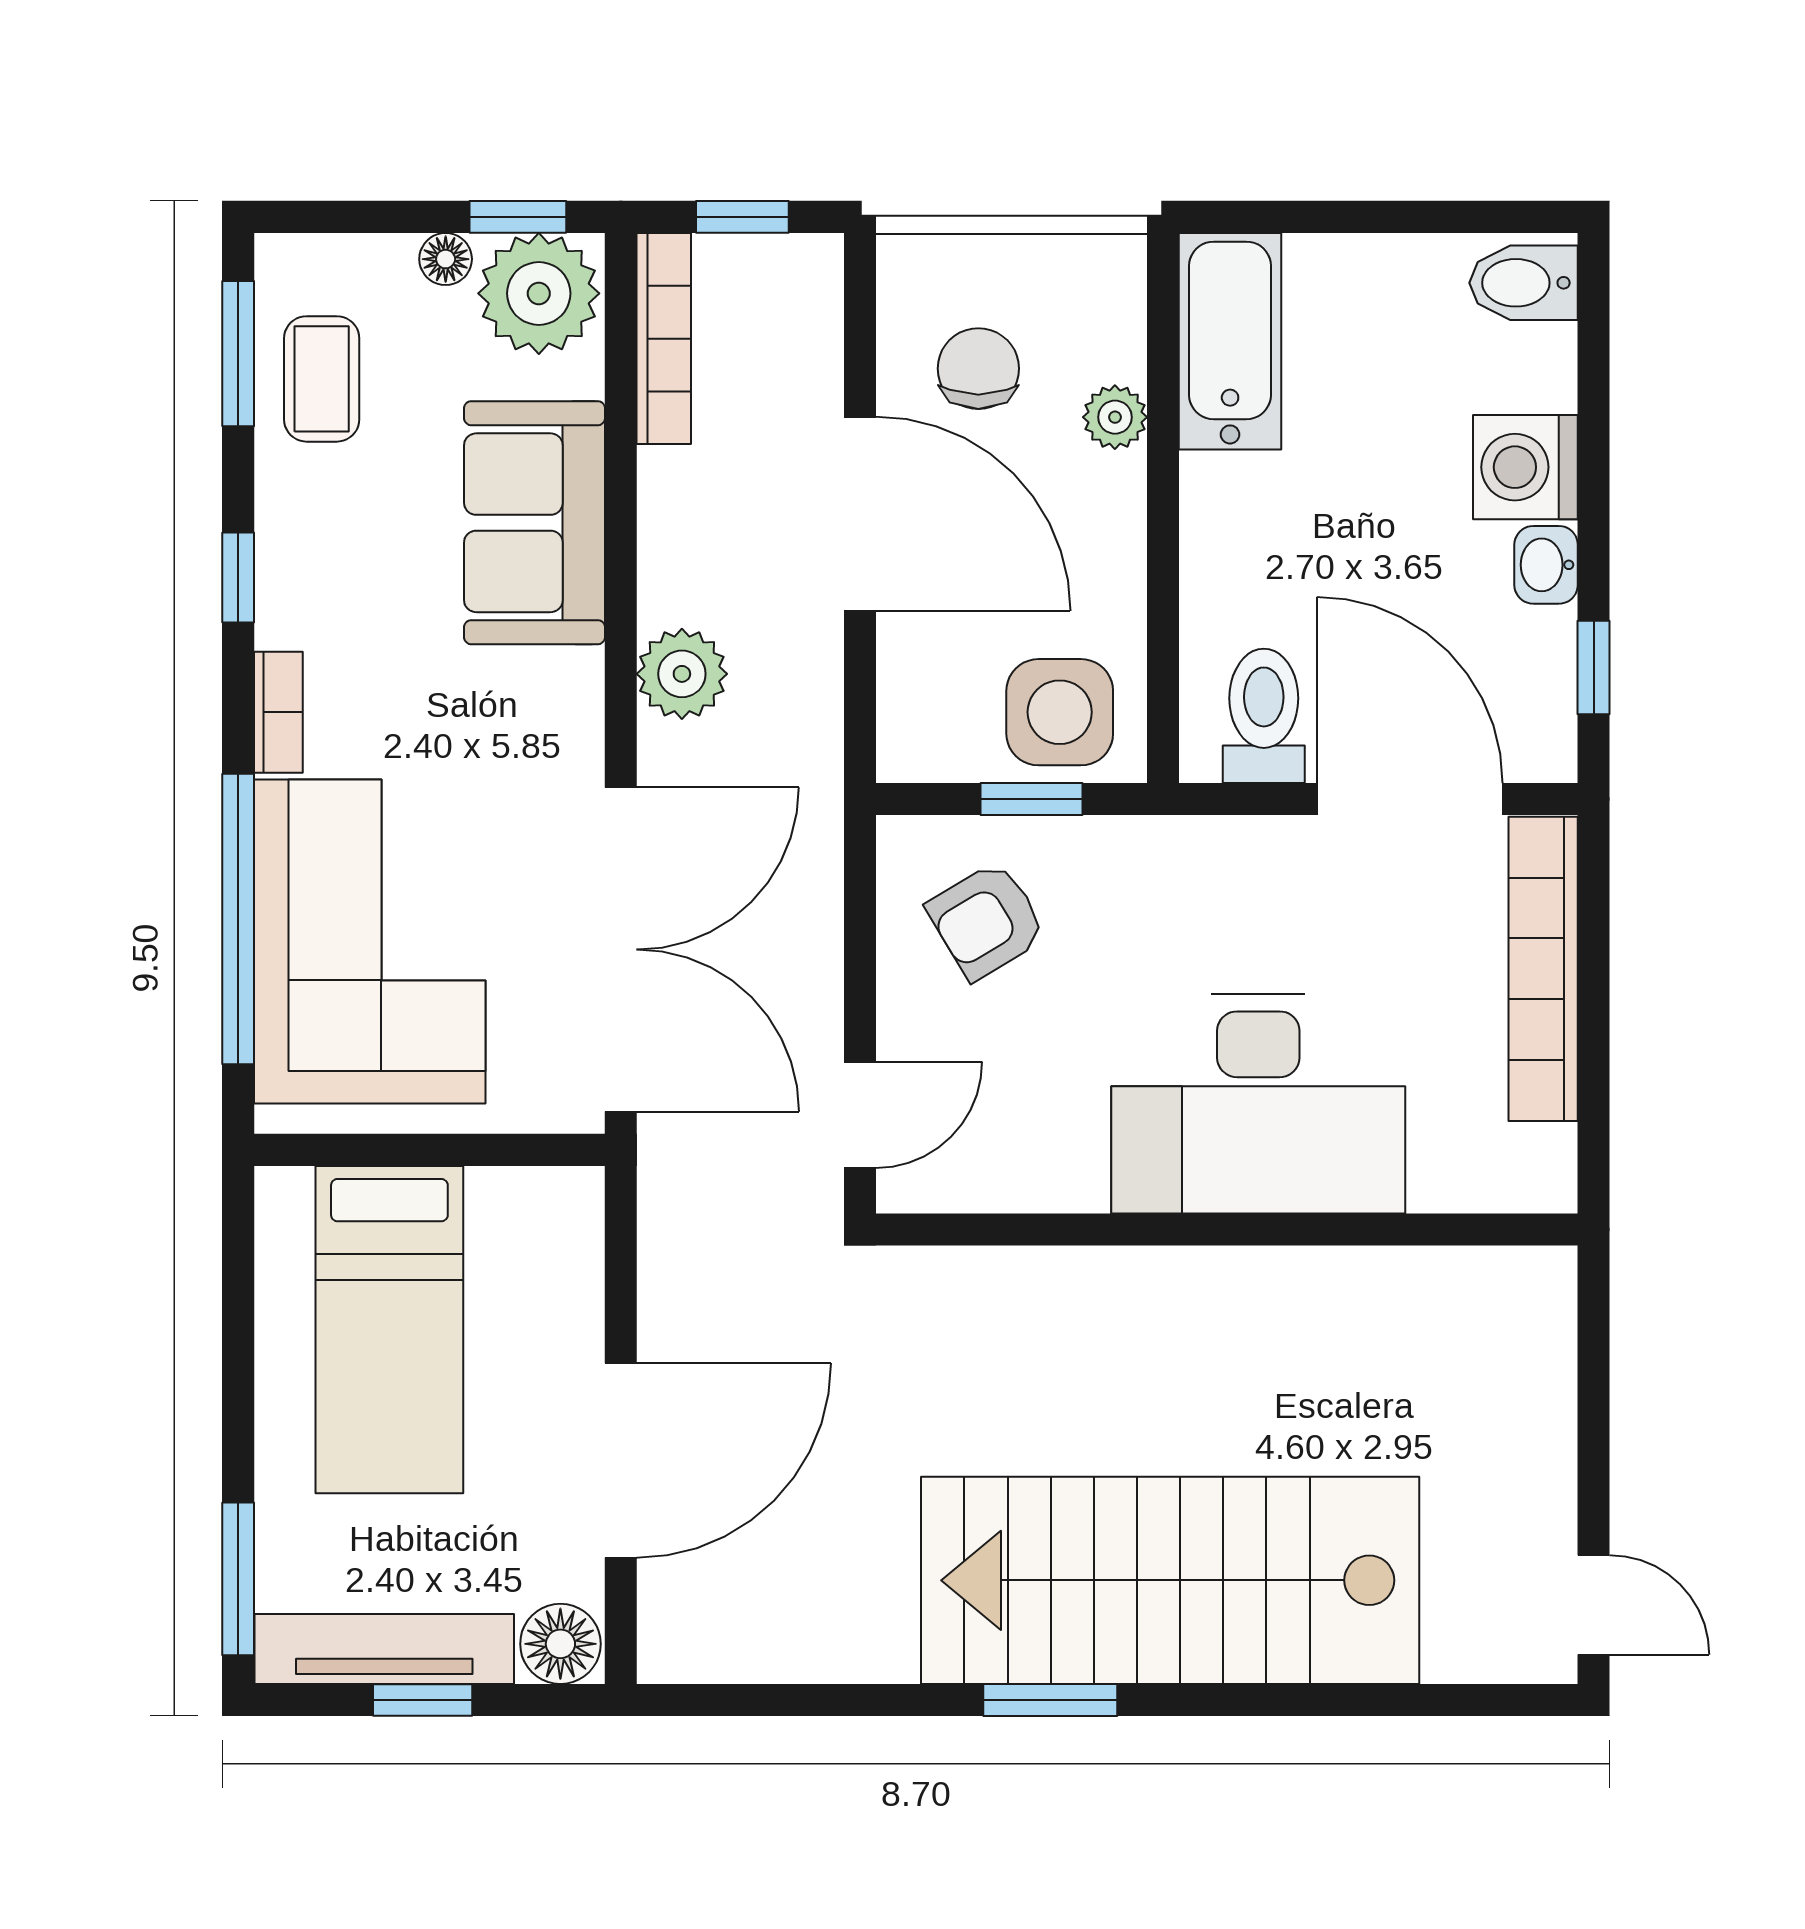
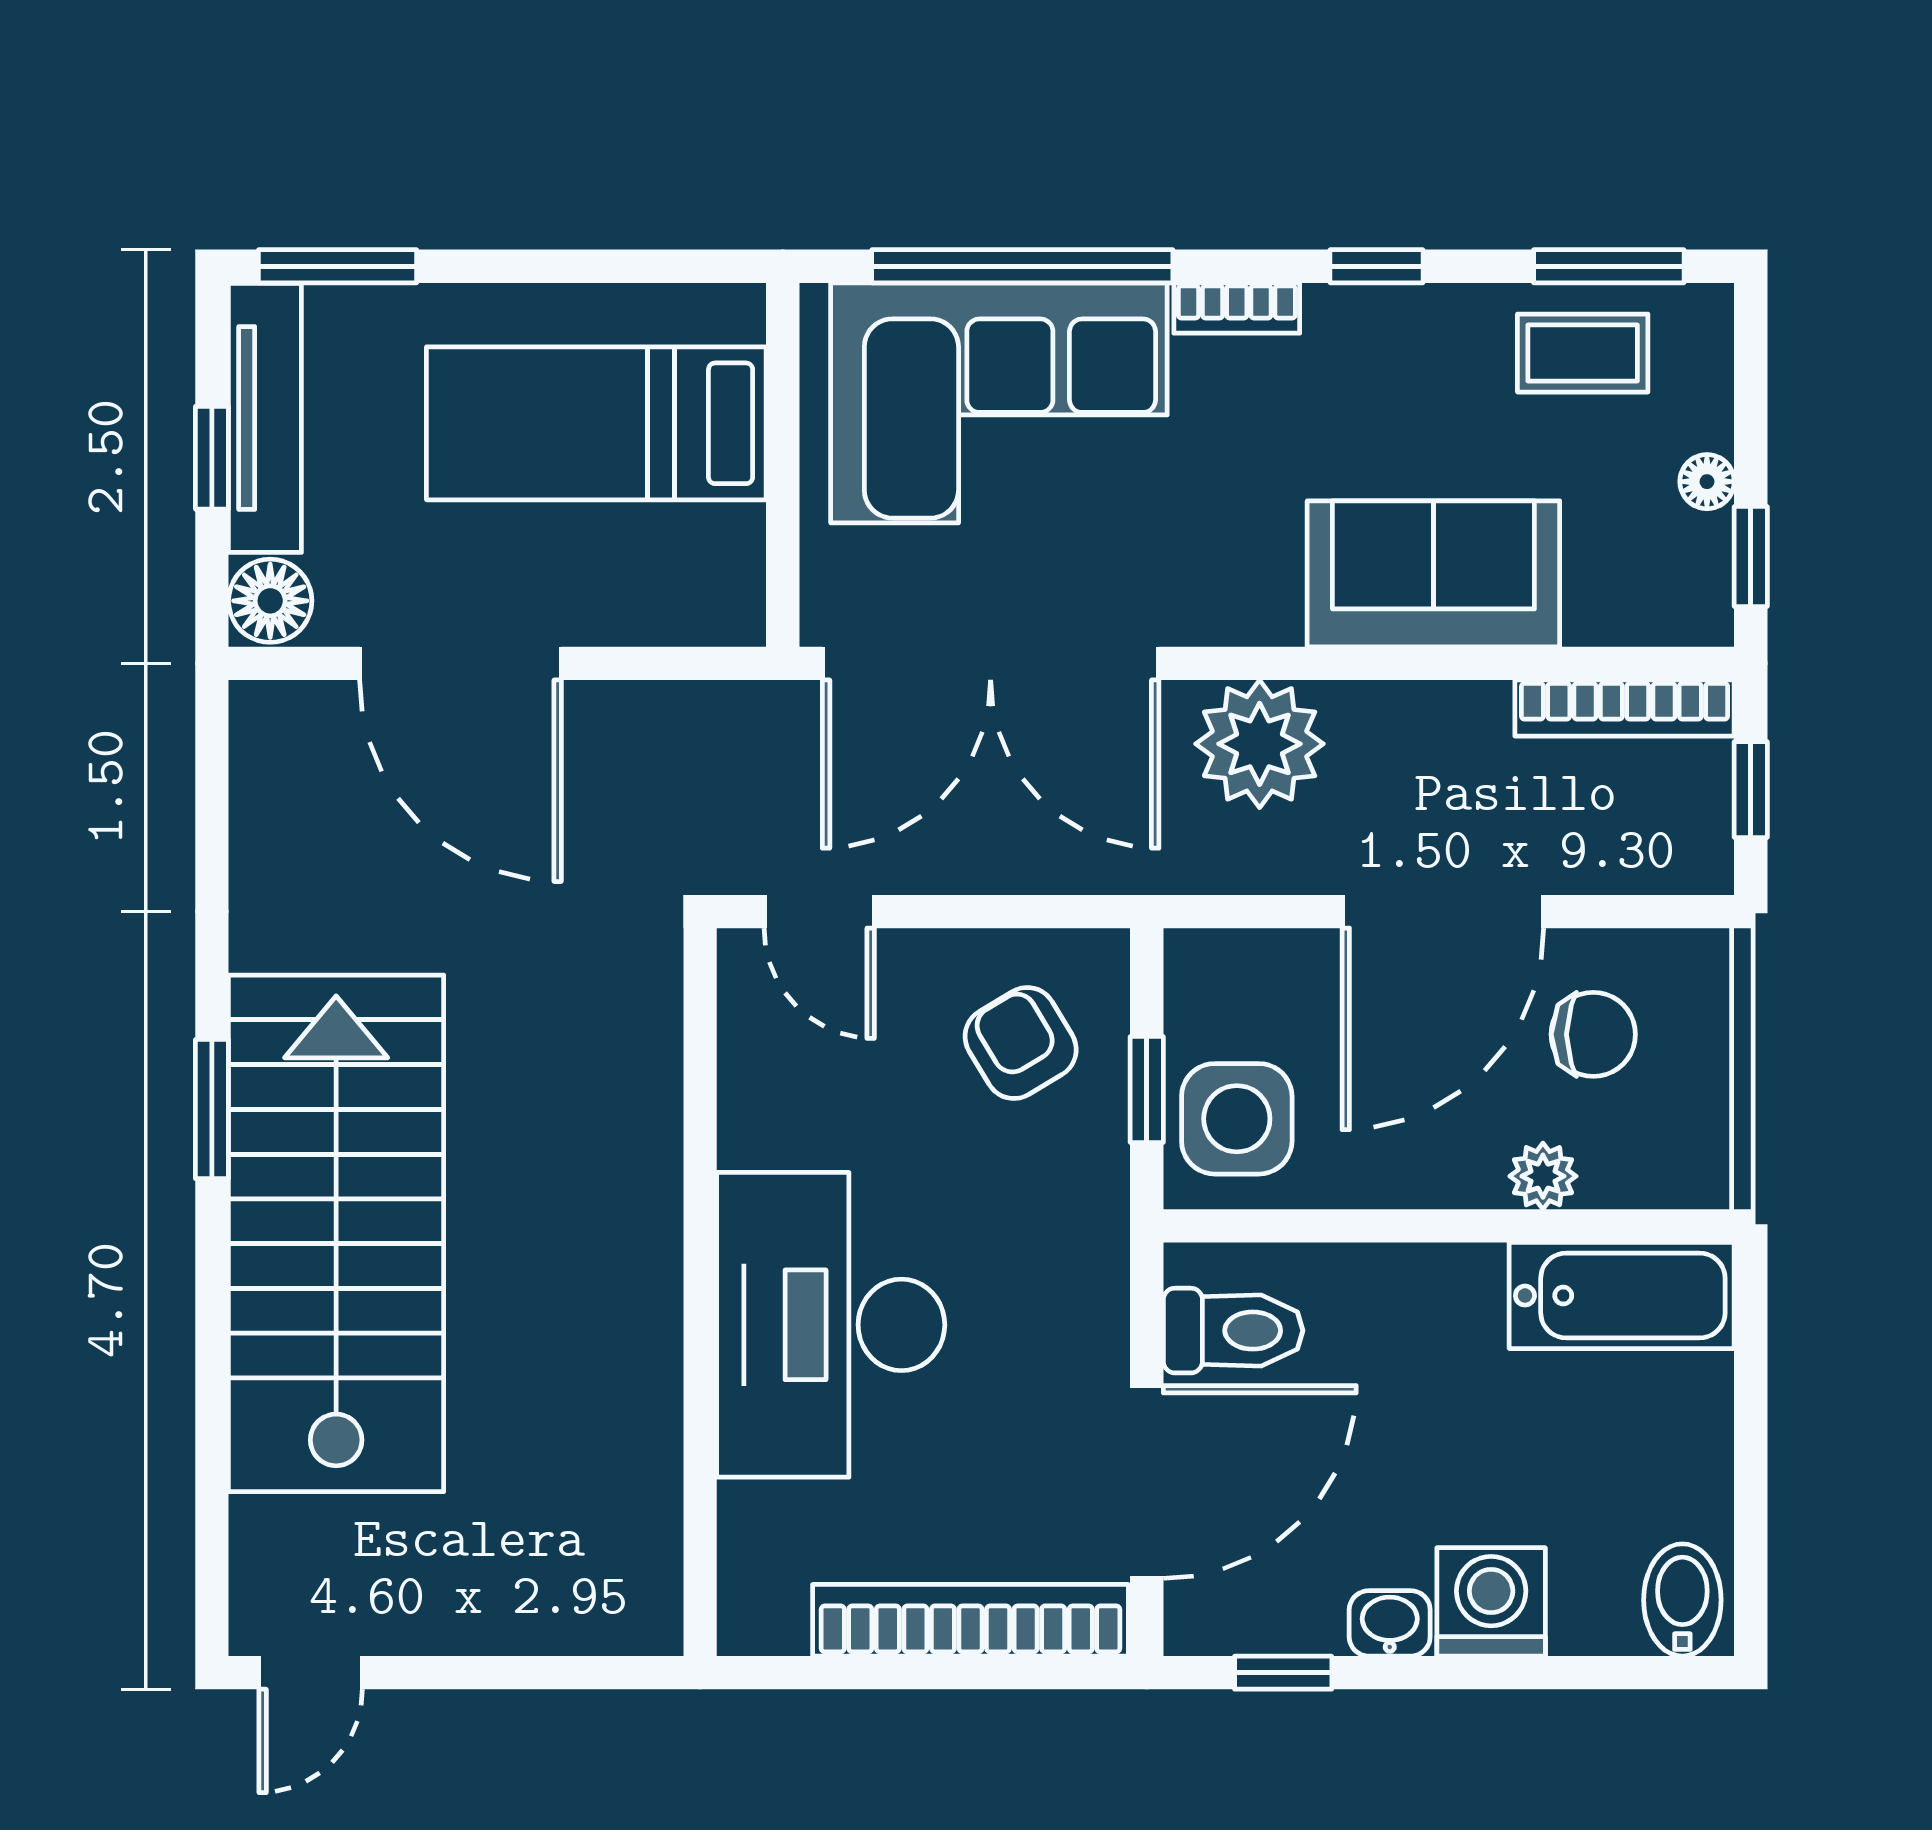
plant: (539, 293) -> (1671, 578), removed
plant: (682, 674) -> (1260, 744), width x1.36, depth x1.36

